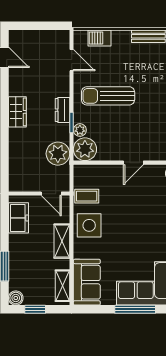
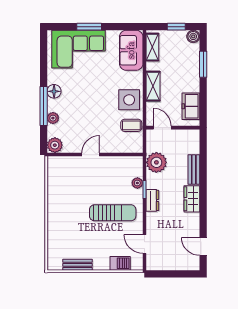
bench: (15, 145) -> (194, 170), added
plant: (85, 149) -> (133, 166), removed
window: (135, 309) -> (89, 27), width x0.69

